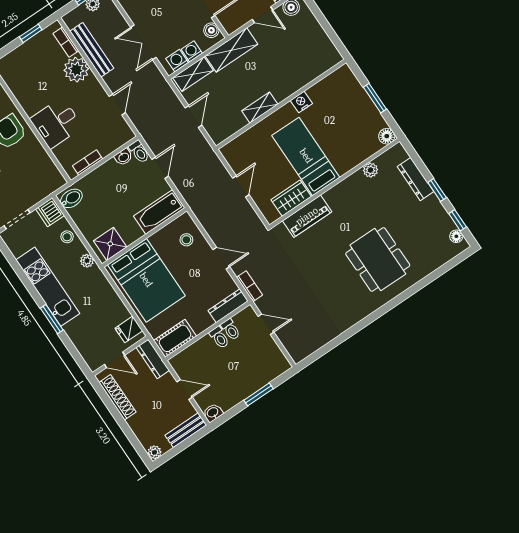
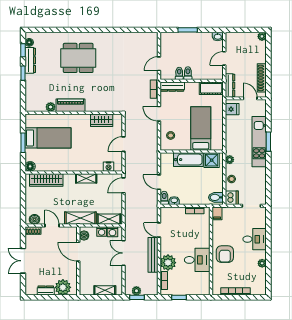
double door: (143, 42) -> (124, 253), swing flipped
bench: (92, 50) -> (153, 255), moved
wardrobe: (311, 70) -> (46, 180), added
nightstand: (301, 102) -> (109, 167), moved
door: (117, 105) -> (159, 230), hinge flipped
door: (194, 117) -> (124, 185), moved
desk: (56, 123) -> (197, 260), moved
floor lamp: (387, 136) -> (30, 166), moved
bed: (306, 156) -> (48, 138), moved, turned -90
door: (160, 168) -> (159, 182), hinge flipped
filing cabinet: (56, 178) -> (217, 213), added
dresser: (416, 179) -> (30, 60), moved
bathtub: (159, 212) -> (188, 160), moved
piano: (307, 216) -> (71, 105), moved
dining table: (378, 259) -> (78, 58), turned 90
bed: (146, 280) -> (201, 129), width x0.67
kitchen unit: (48, 287) -> (259, 142), moved
door: (266, 324) -> (159, 64), hinge flipped
door: (185, 389) -> (224, 58), hinge flipped
bench: (186, 430) -> (238, 37), removed

